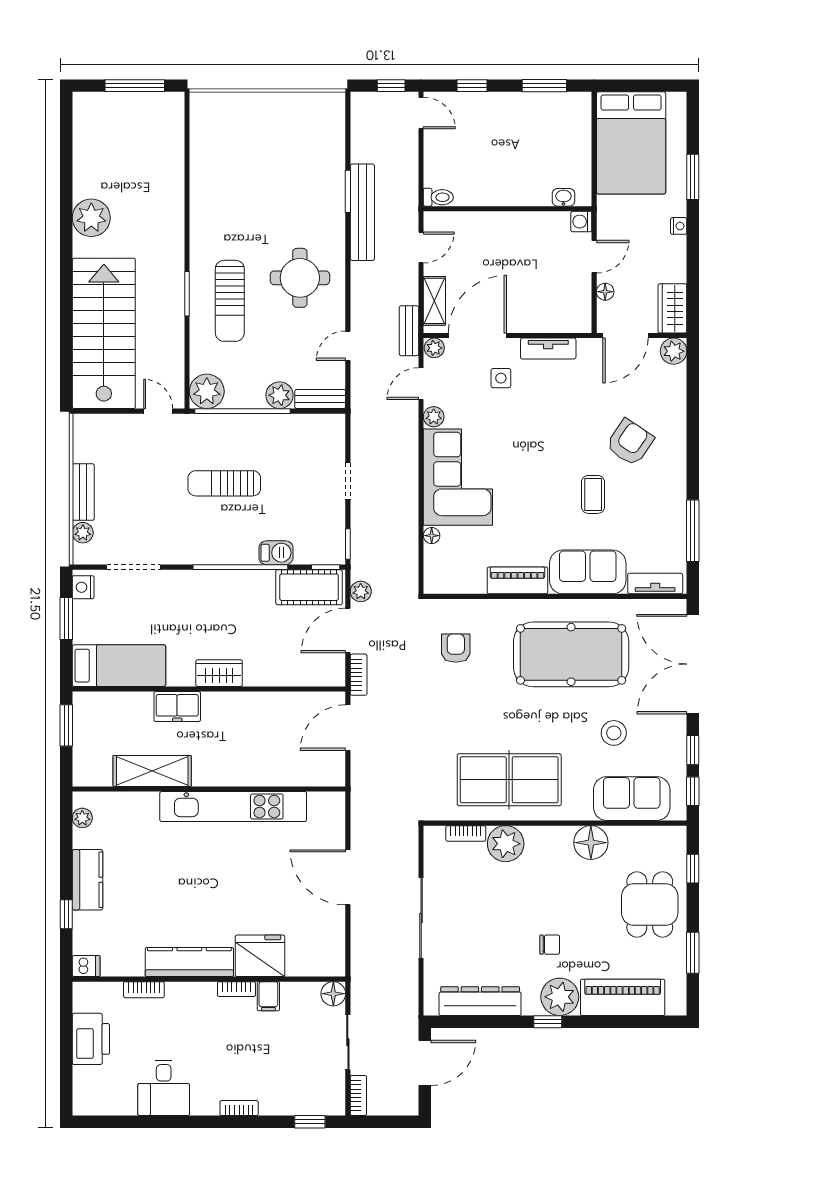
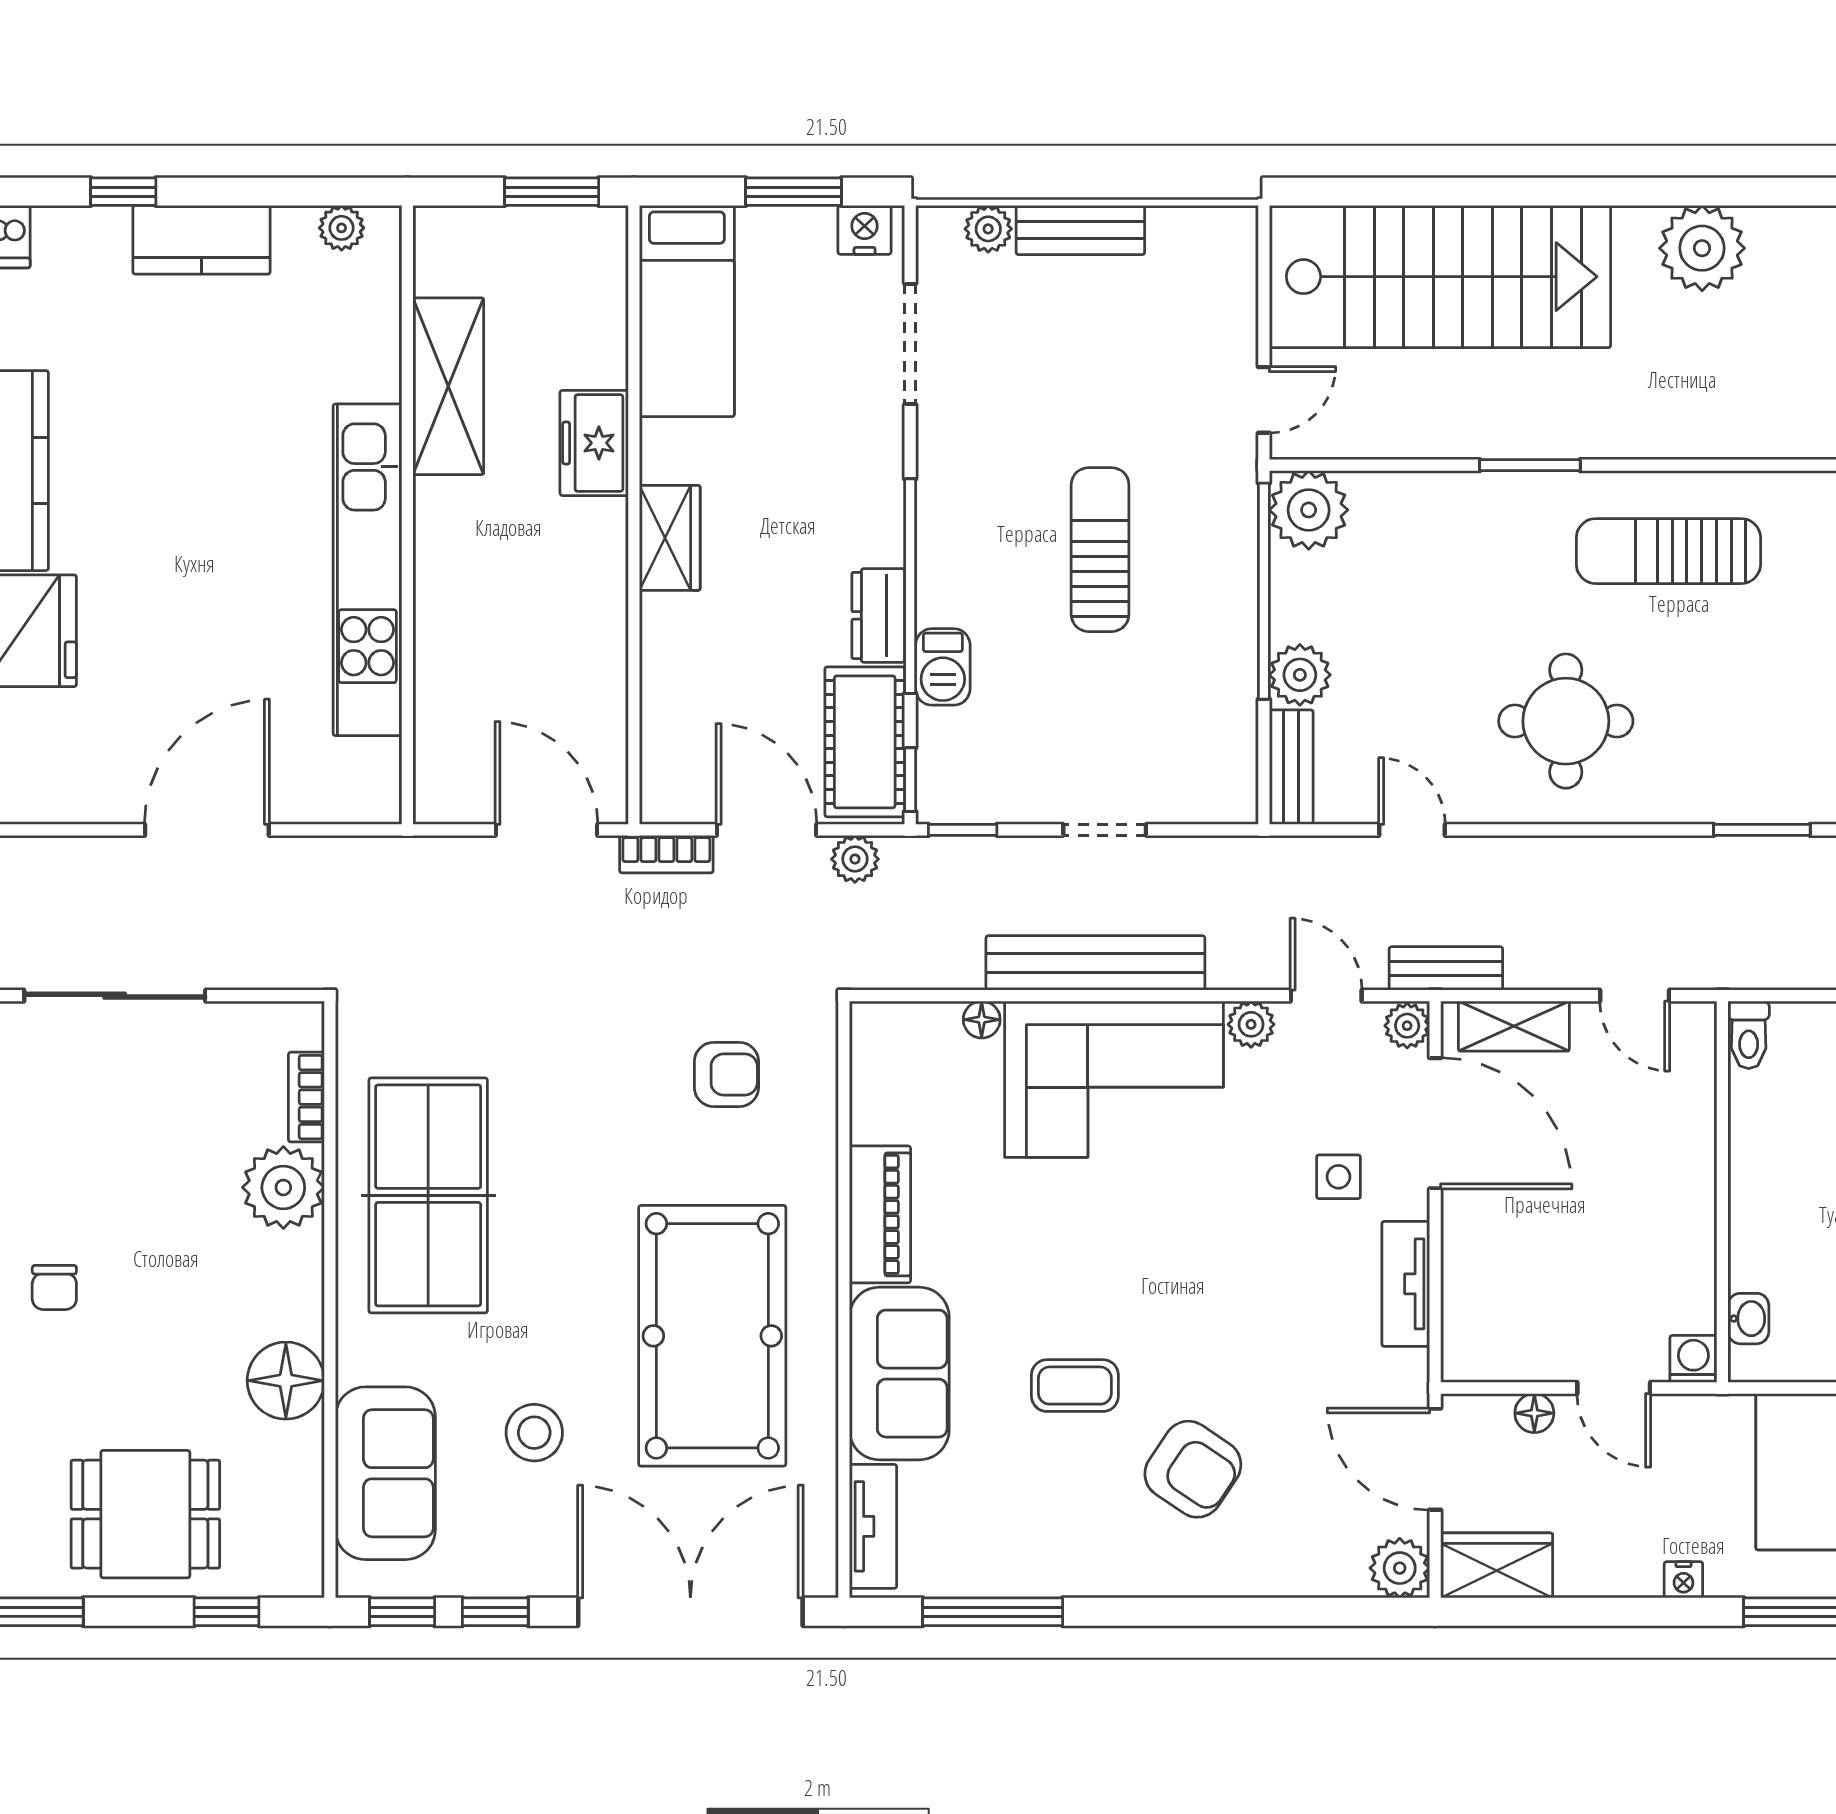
bench: (362, 212) -> (1095, 963), moved
sun lounger: (230, 301) -> (1668, 551), moved
dresser: (253, 581) -> (878, 615), added

